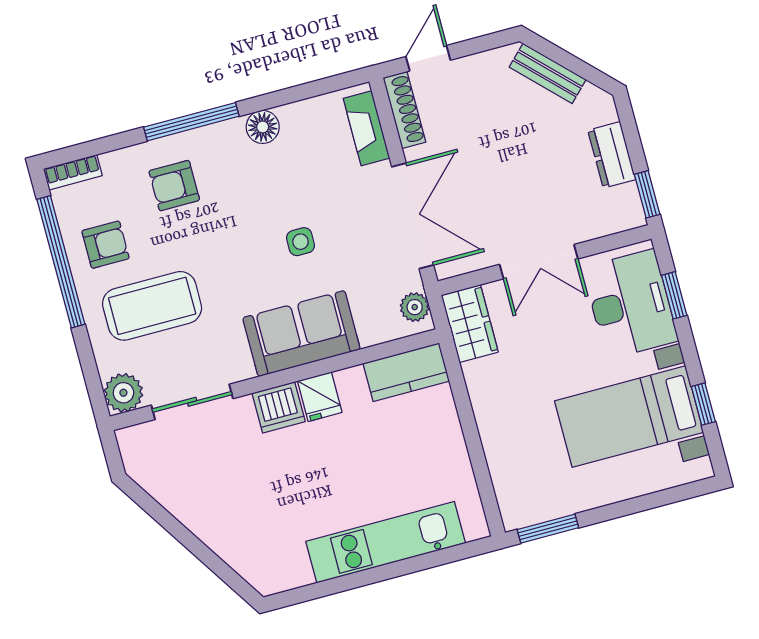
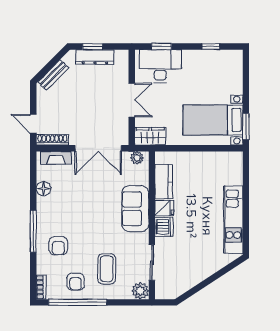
floor lamp: (263, 127) -> (43, 189), moved
dresser: (612, 155) -> (95, 57), width x1.44
window: (647, 194) -> (93, 47), moved
double door: (413, 216) -> (98, 148), swing flipped
side table: (300, 242) -> (96, 199), removed
armchair: (106, 245) -> (75, 282), turned 180
coffee table: (152, 306) -> (107, 269), width x0.73, depth x0.76
kitchen counter: (406, 372) -> (164, 182), moved
bed with nightstands: (629, 417) -> (213, 120), moved, turned 90
kitchen unit: (386, 542) -> (233, 220), moved

